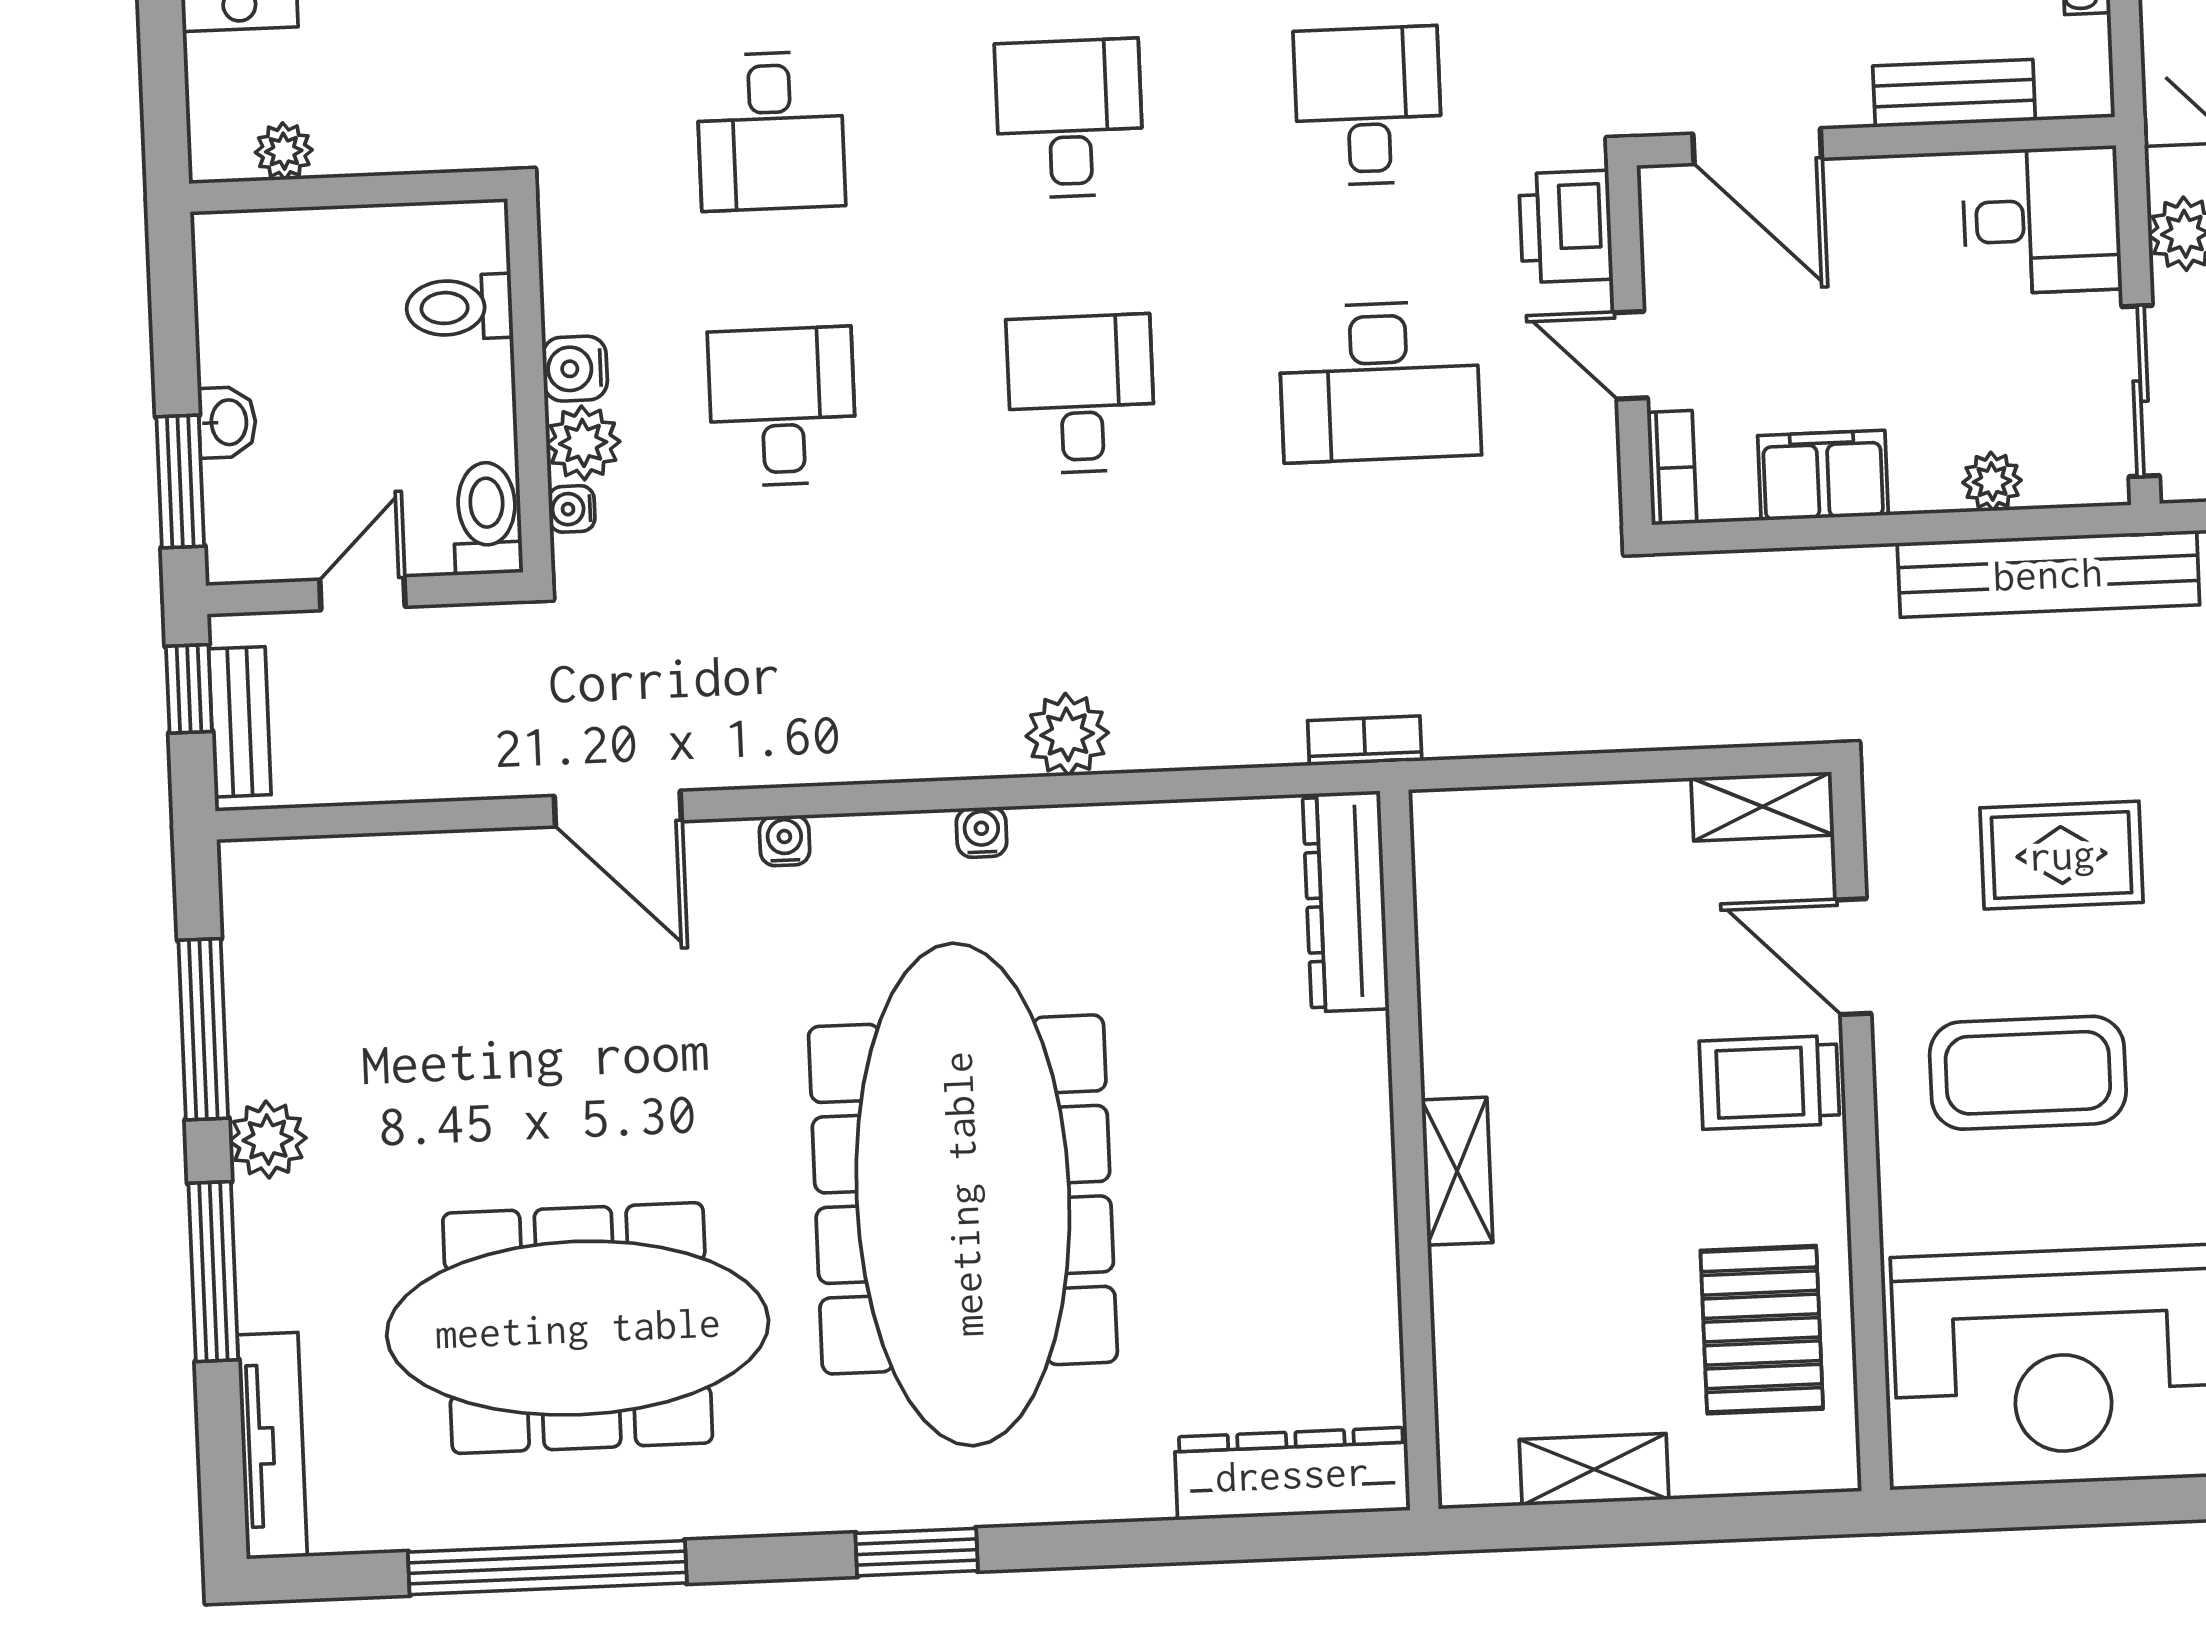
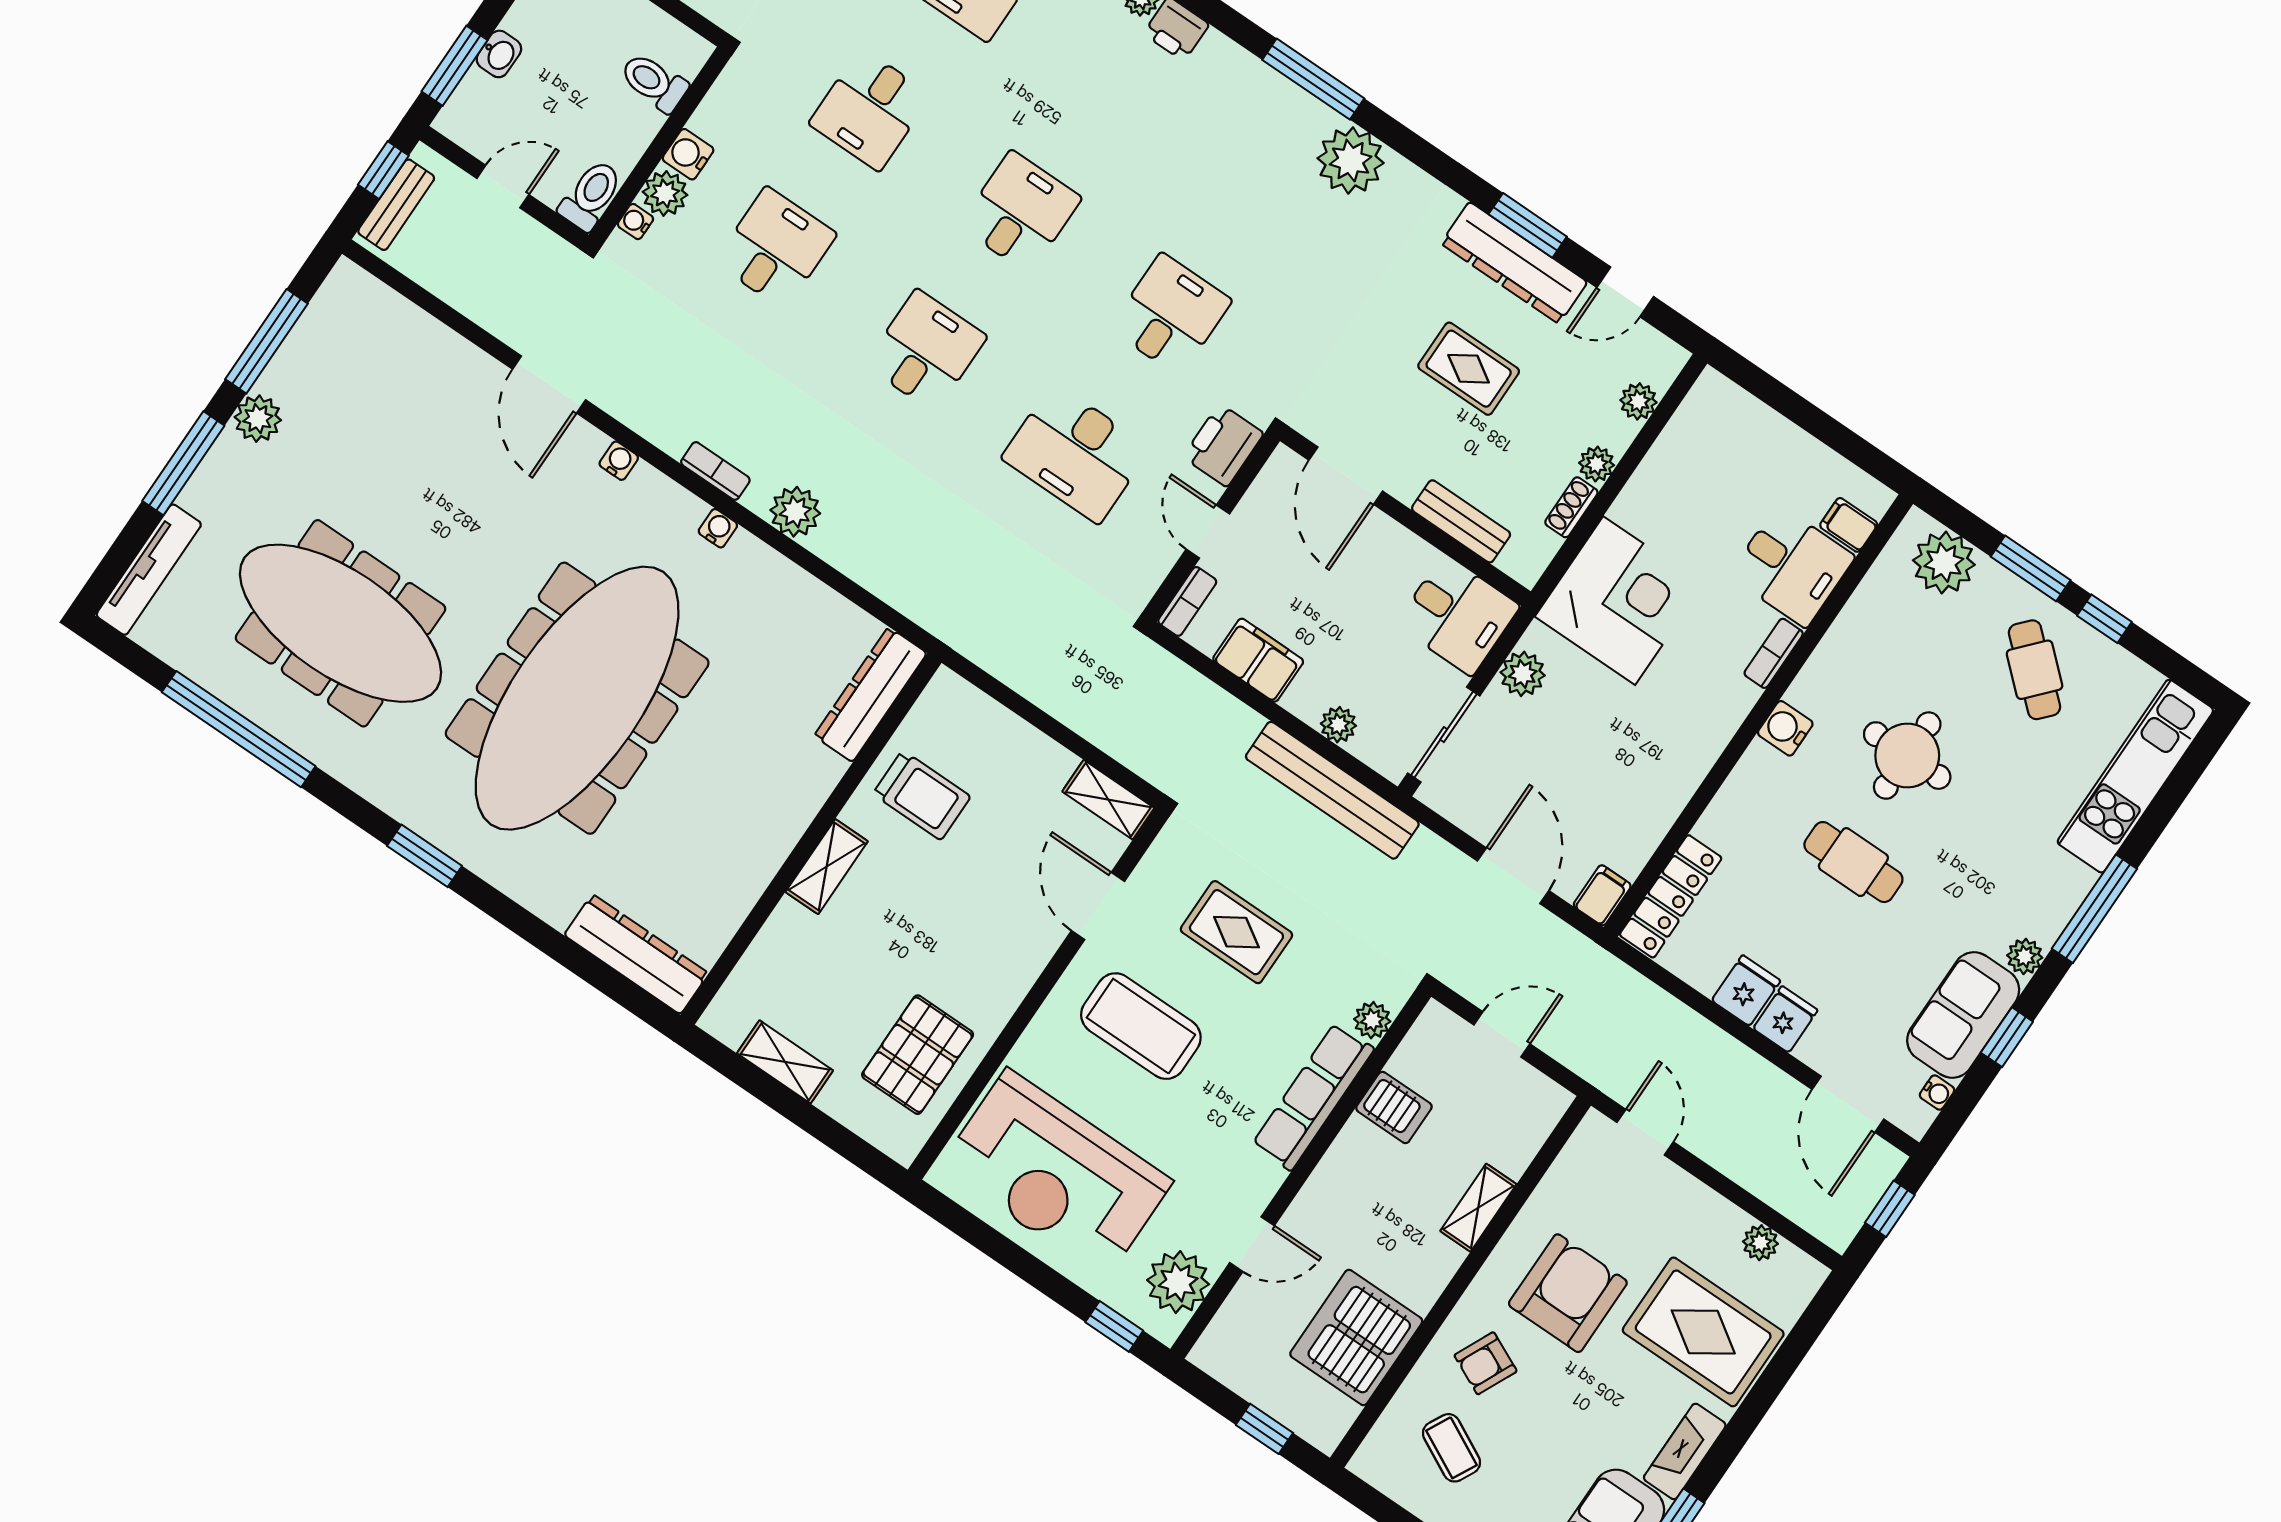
bookcase: (1365, 741) -> (715, 471), moved
trolley: (1769, 1082) -> (922, 795), moved, turned 180

